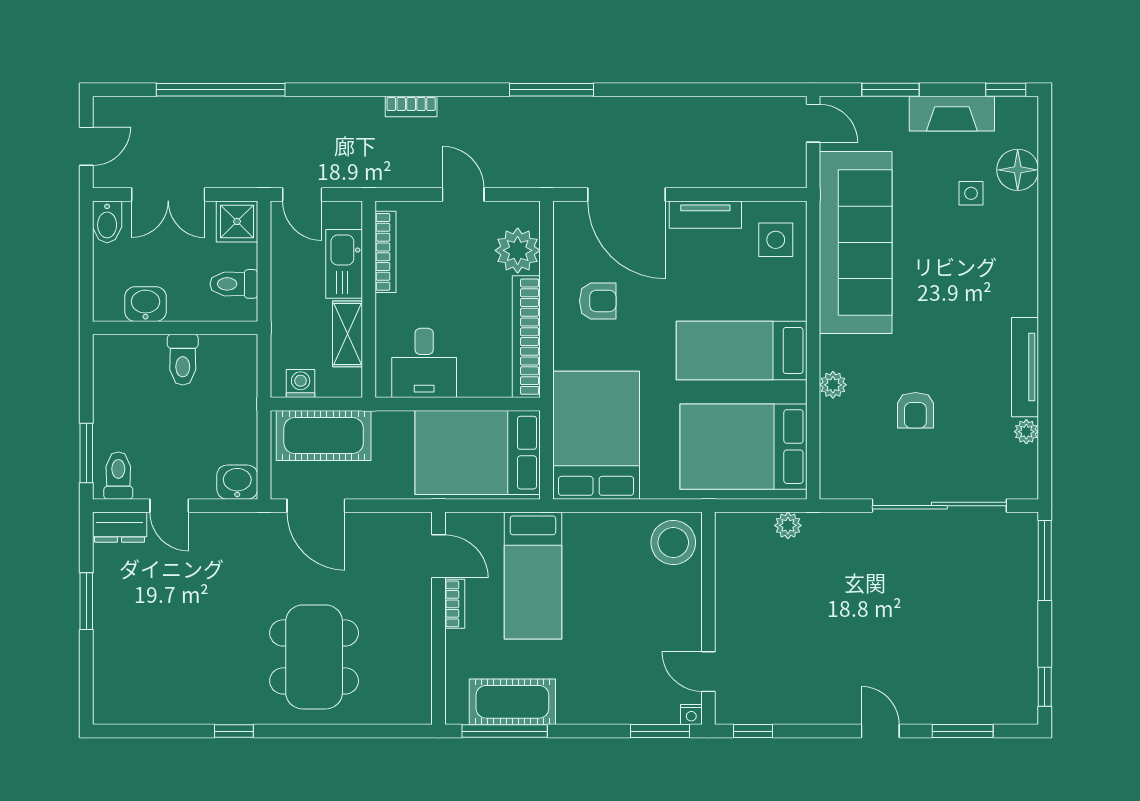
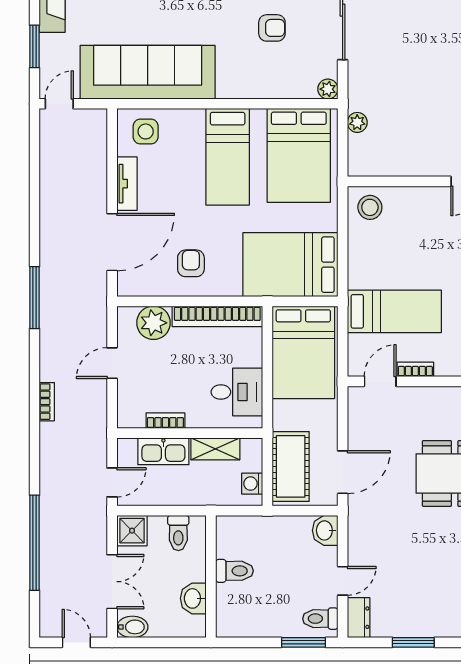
bookcase: (385, 252) -> (165, 421), width x0.64
plant: (833, 385) -> (328, 89), moved
stool: (673, 543) -> (370, 207), width x0.73, depth x0.73

